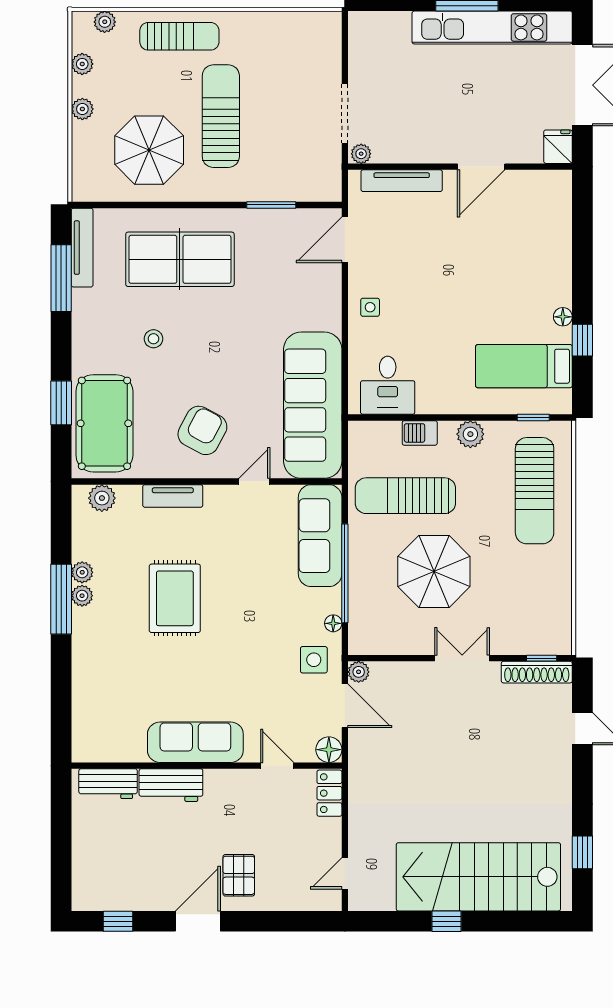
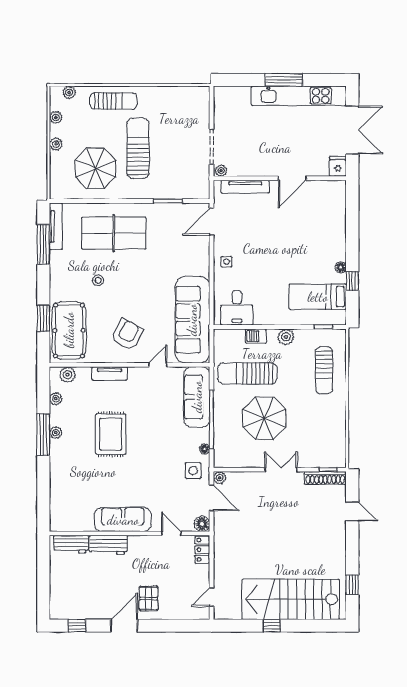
sun lounger: (535, 491) -> (324, 370), width x0.73, depth x0.75
plant: (82, 572) -> (56, 399), moved

